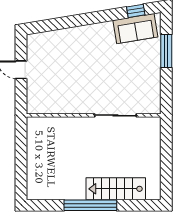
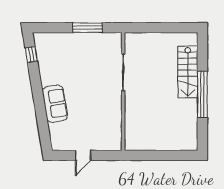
sofa: (135, 29) -> (55, 104), moved
window: (166, 51) -> (88, 28), moved

